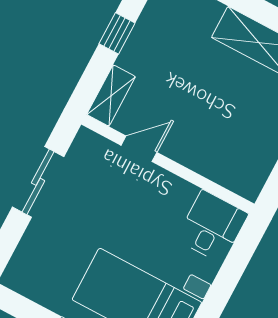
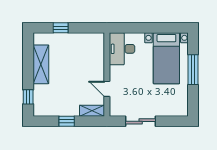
desk: (212, 227) -> (122, 49), width x1.37

